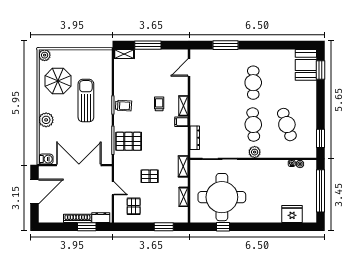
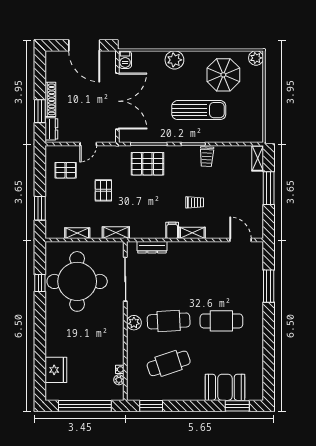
booth: (306, 65) -> (225, 387), moved
trolley: (123, 106) -> (207, 157), moved
pallet: (129, 141) -> (147, 164), turned 90

